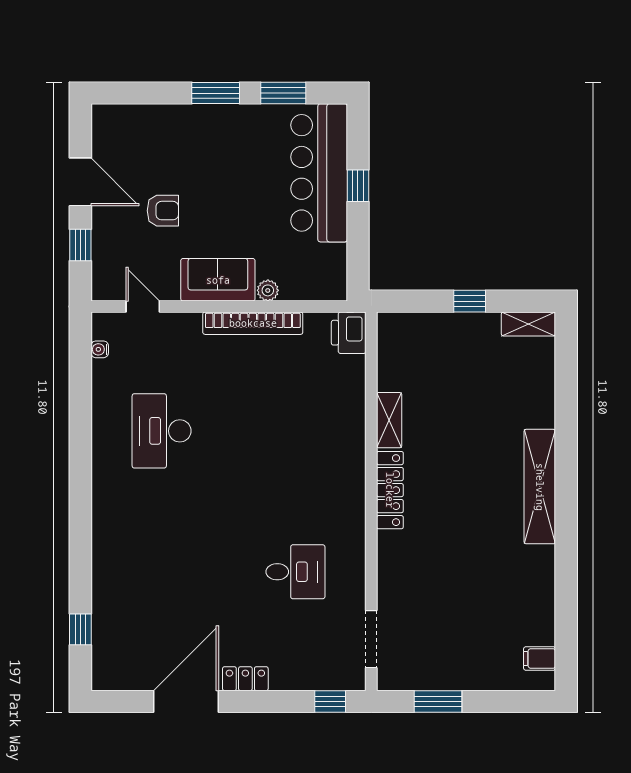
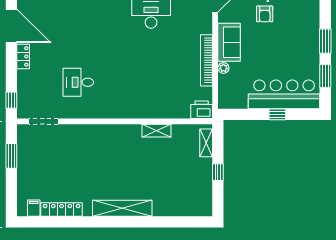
shelving: (528, 324) -> (206, 143), moved
locker: (390, 490) -> (62, 209), moved, turned 180
desk: (295, 572) -> (78, 82), turned 90

